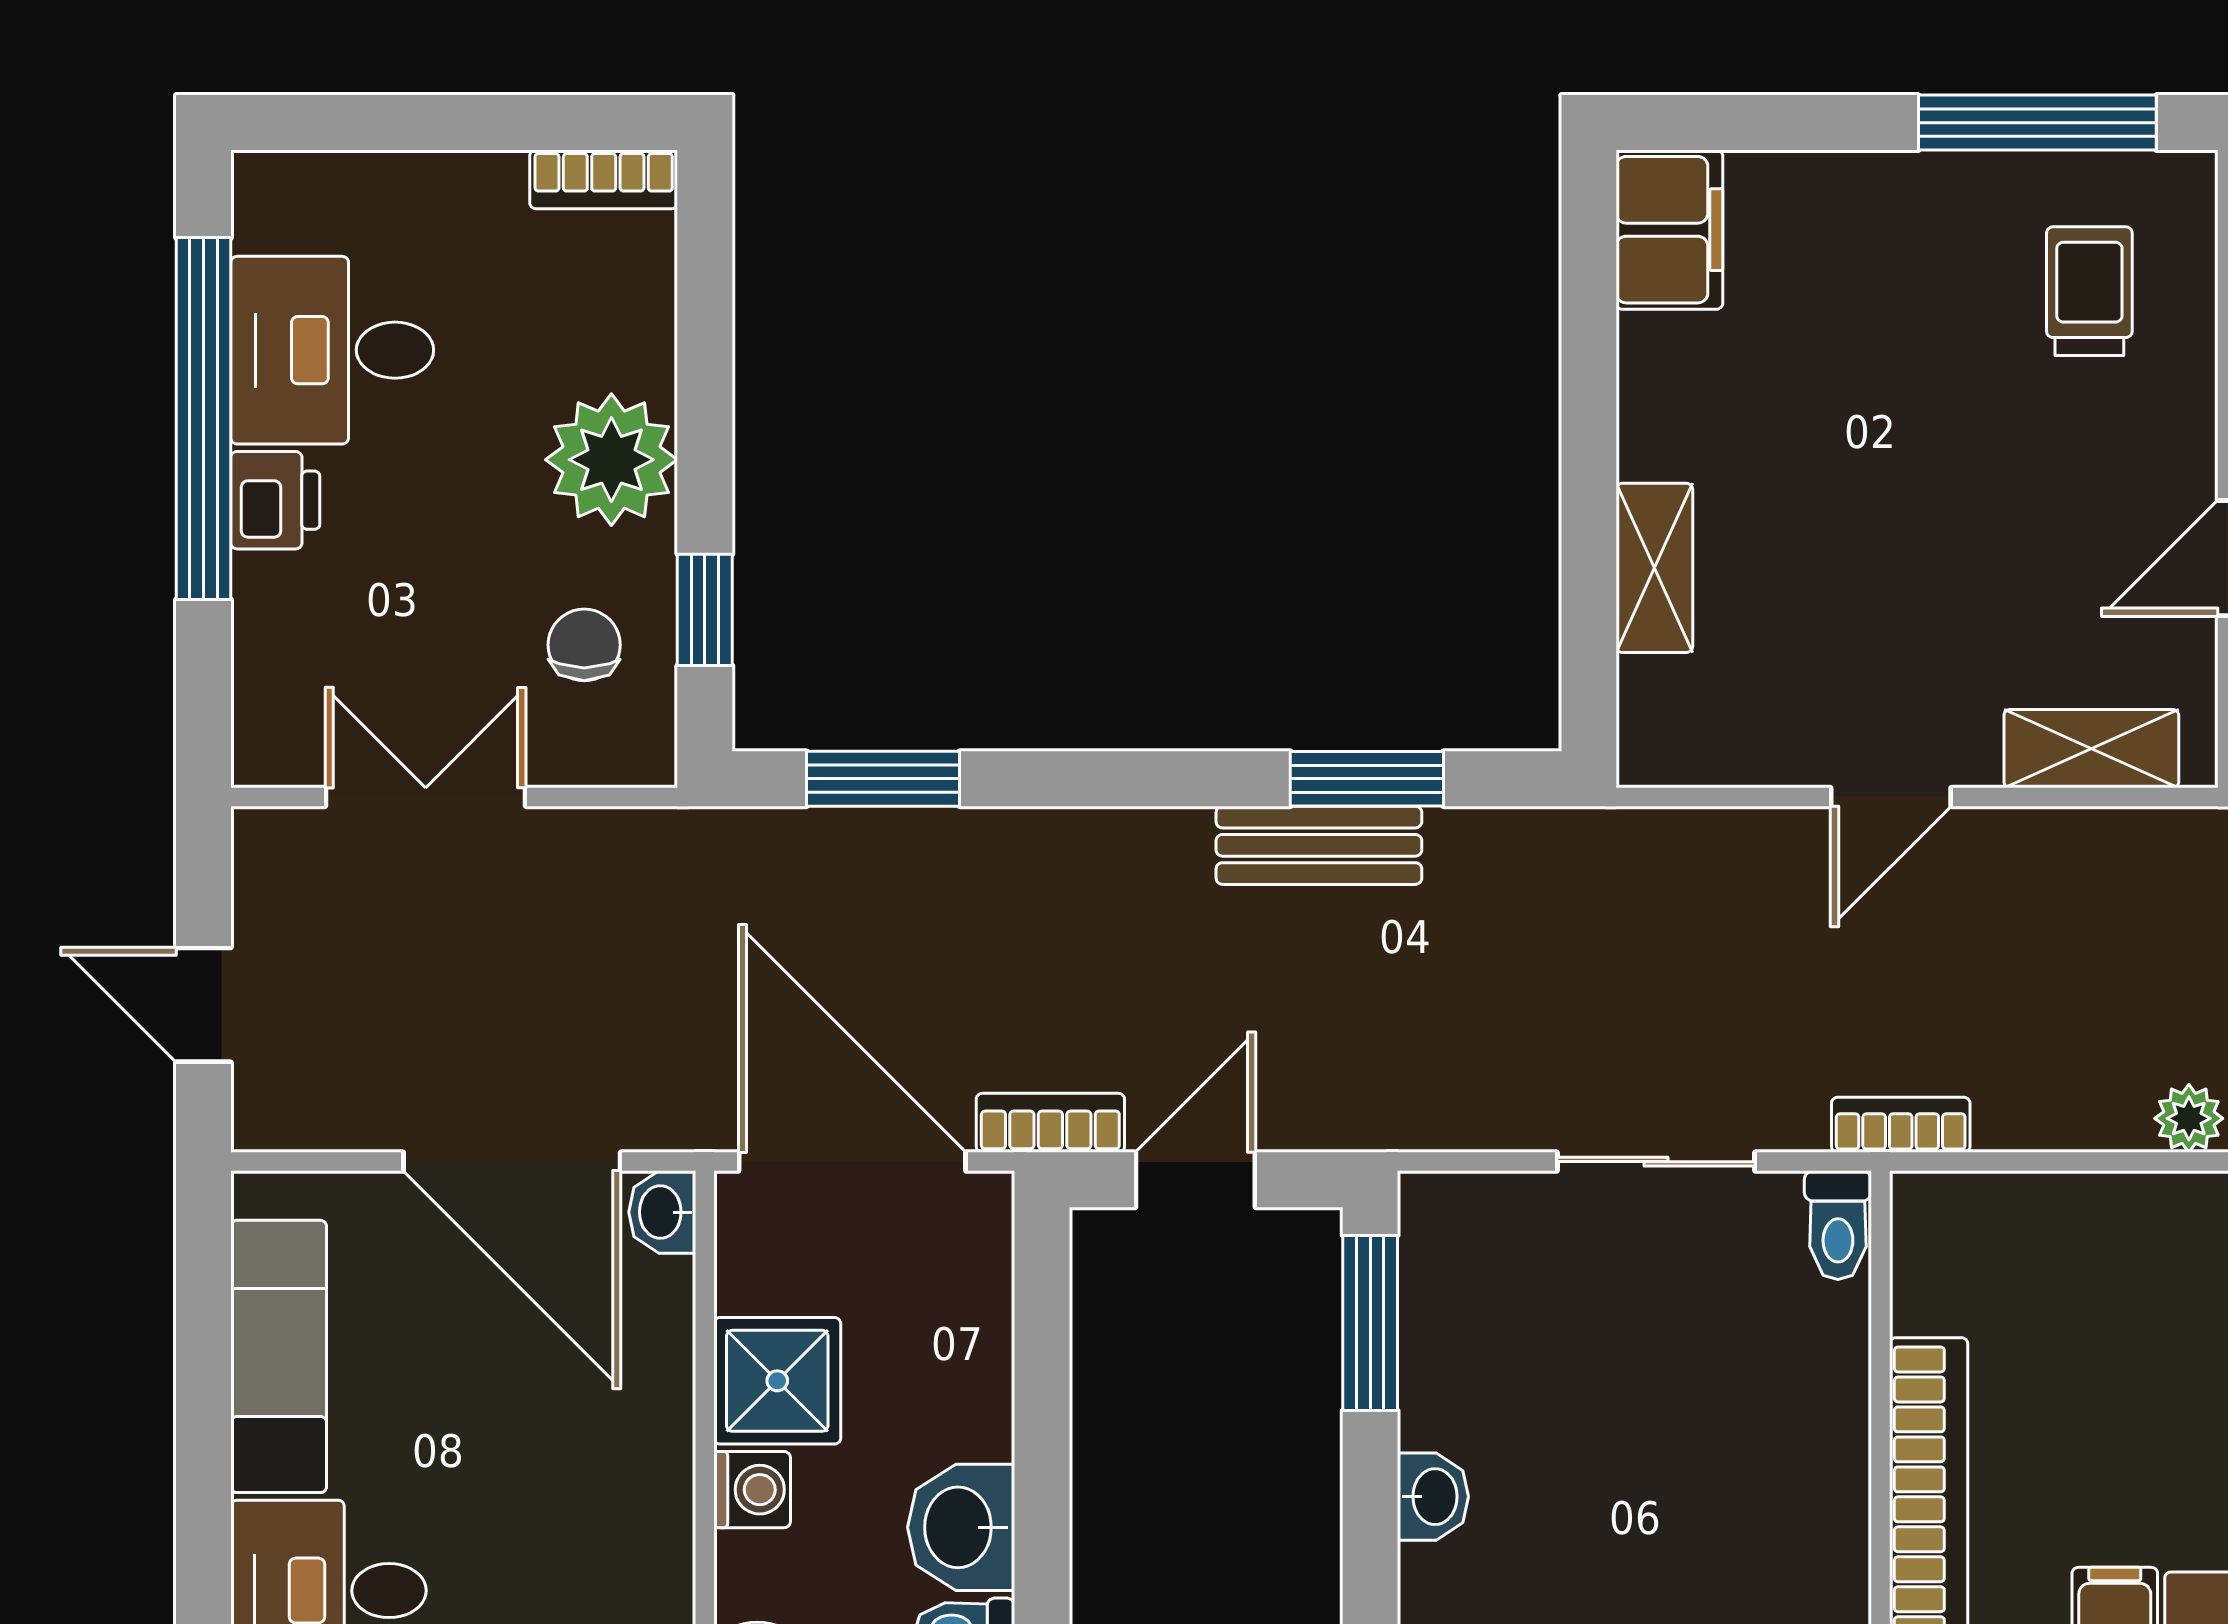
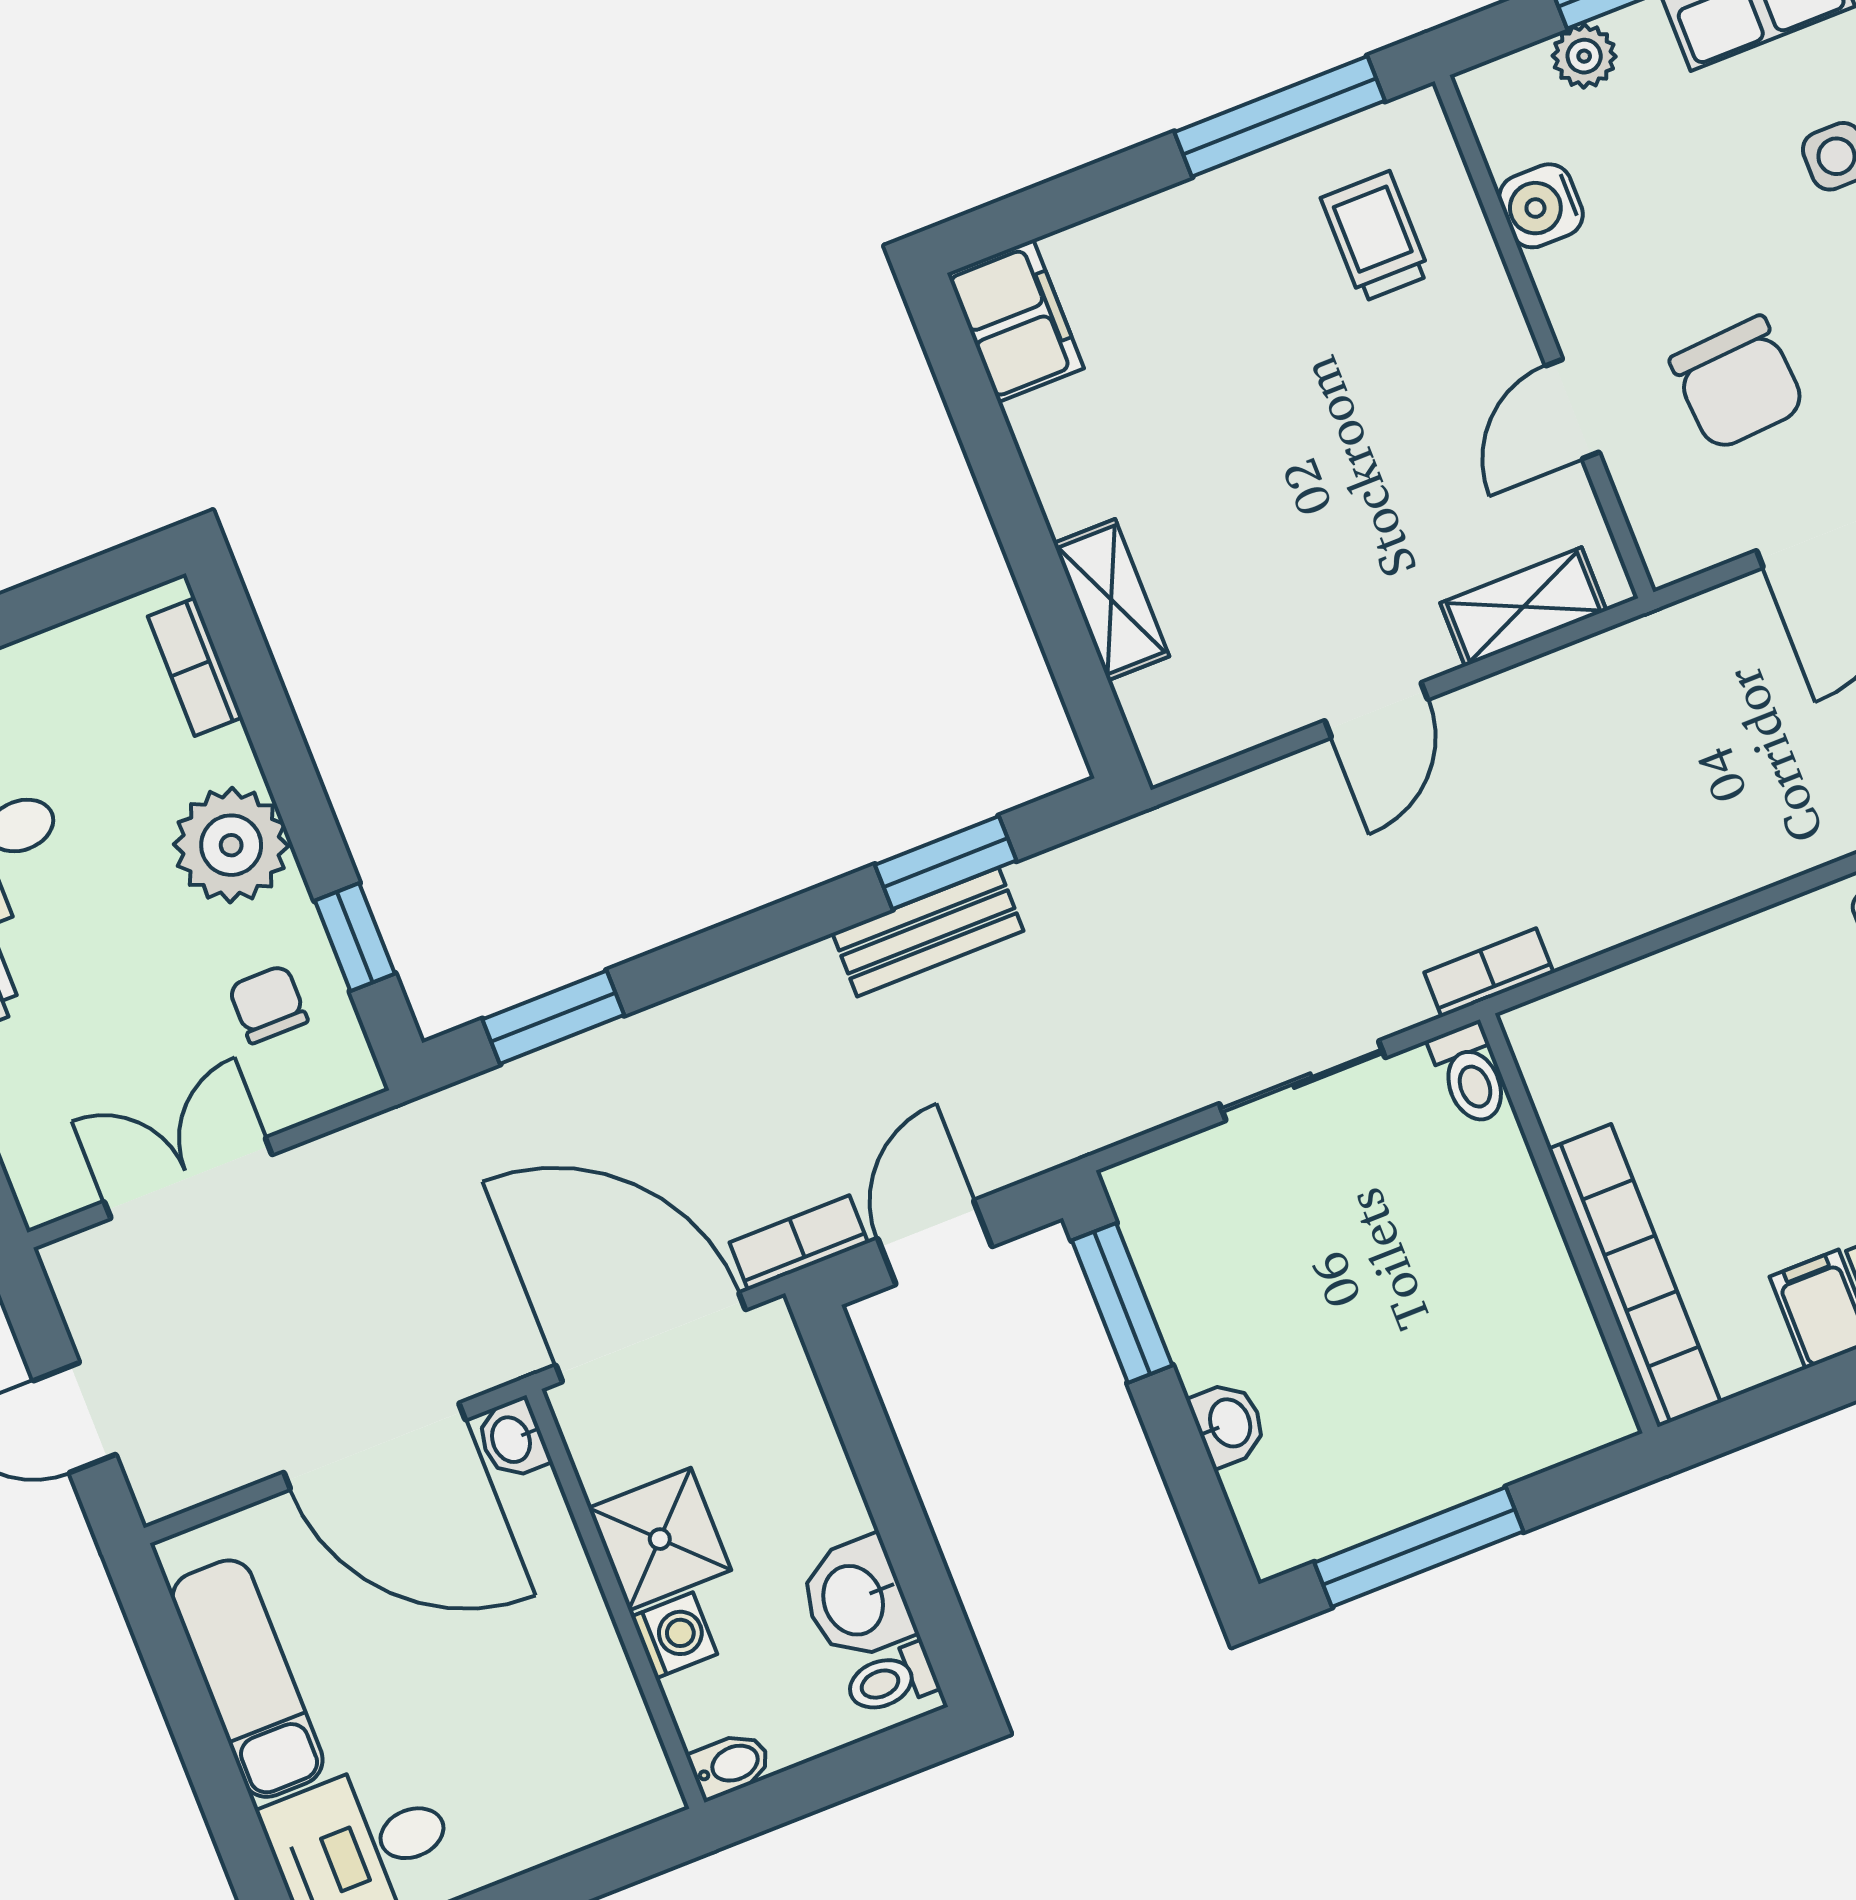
bookcase: (604, 179) -> (195, 667), moved, turned 90
plant: (2189, 1118) -> (1721, 876), removed

